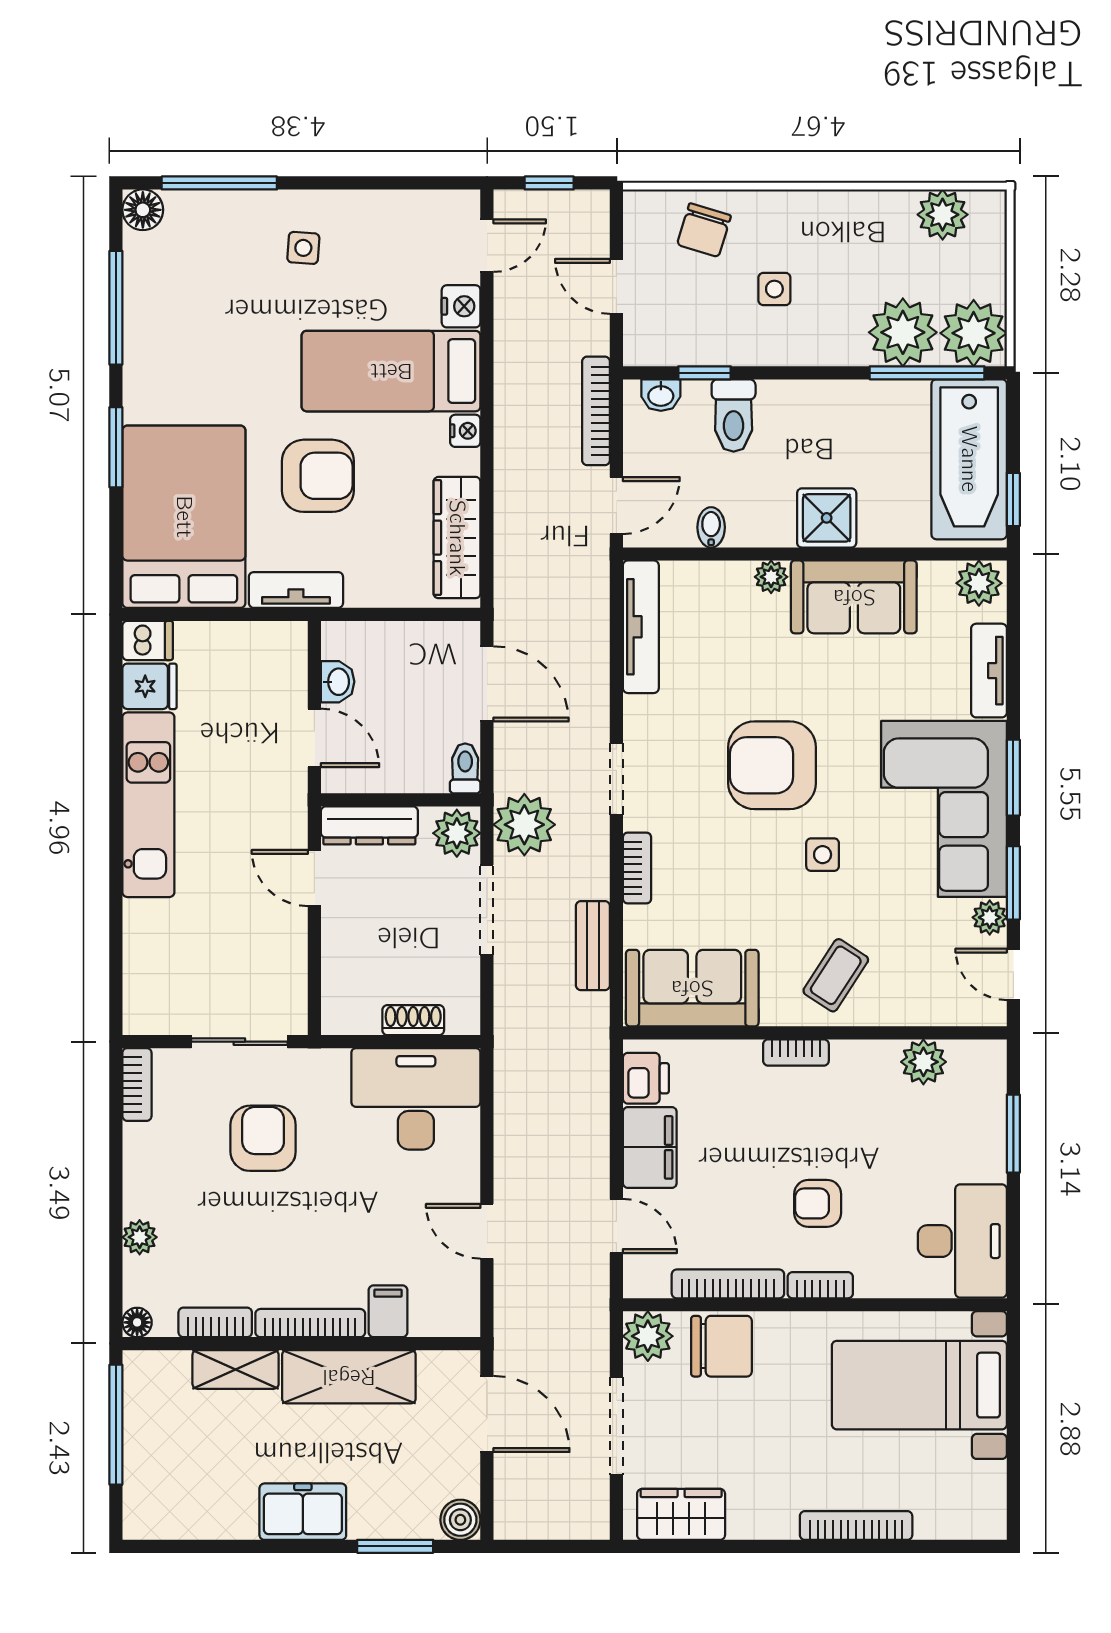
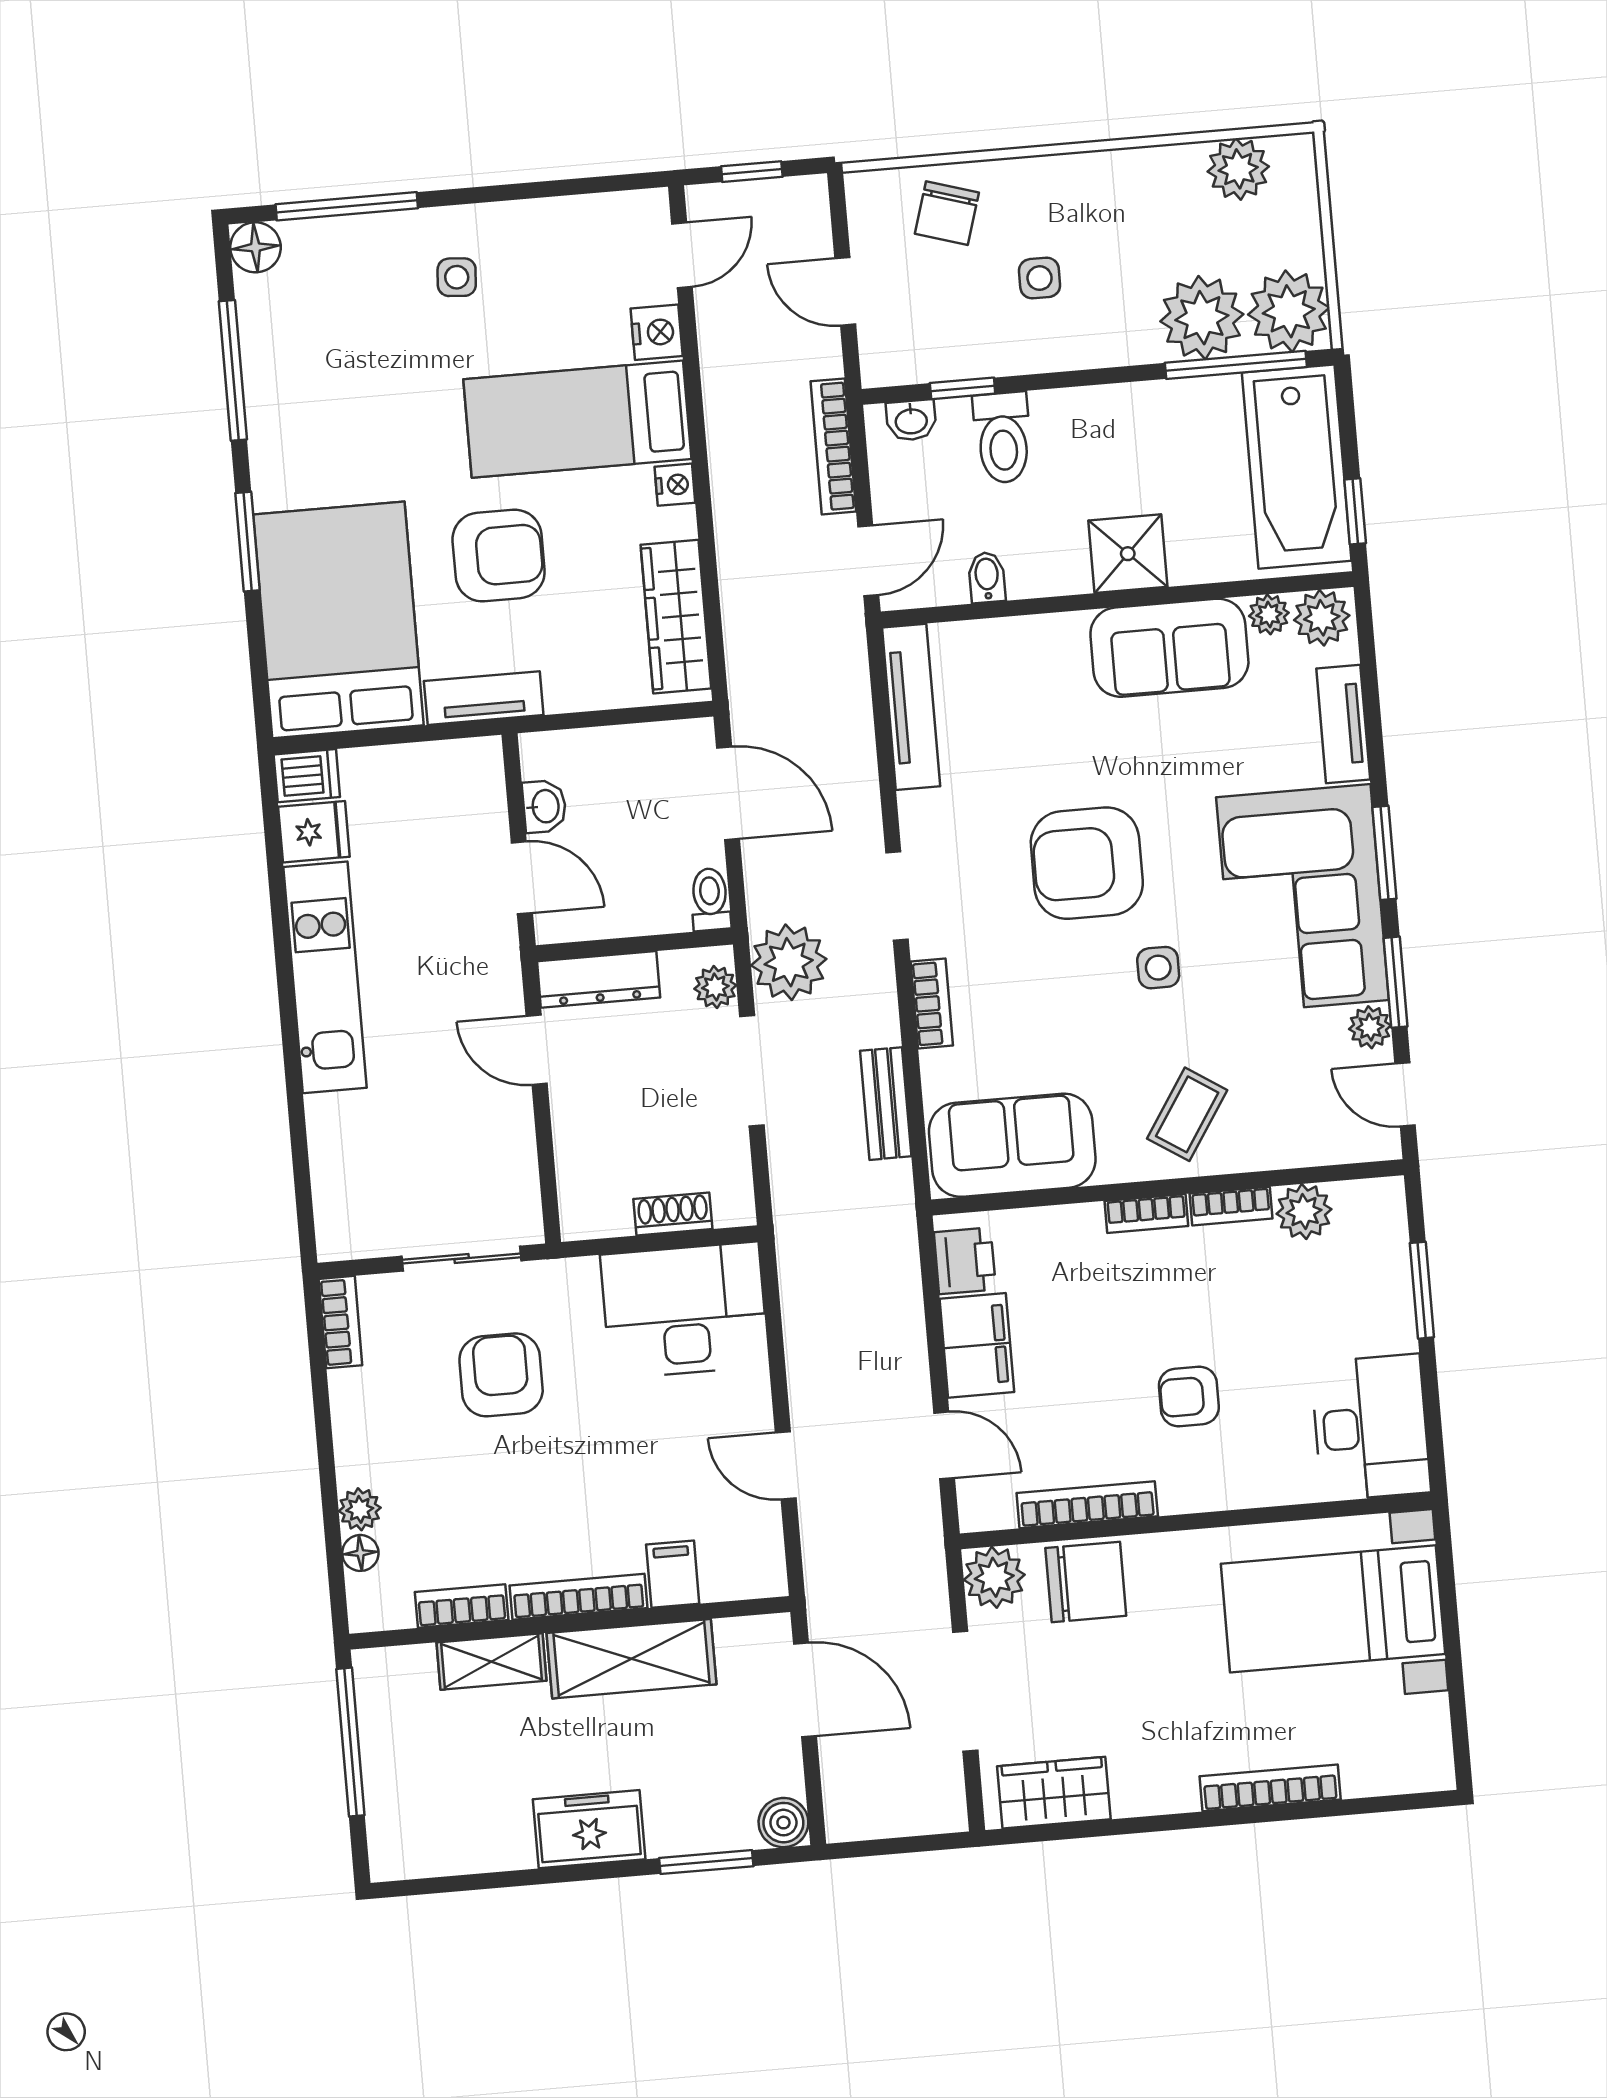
plant: (771, 577) -> (1269, 614), moved
plant: (457, 833) -> (715, 987), width x0.73, depth x0.73
bookcase: (820, 1285) -> (1231, 1206), moved, turned 180
floor lamp: (137, 1322) -> (360, 1553), moved

